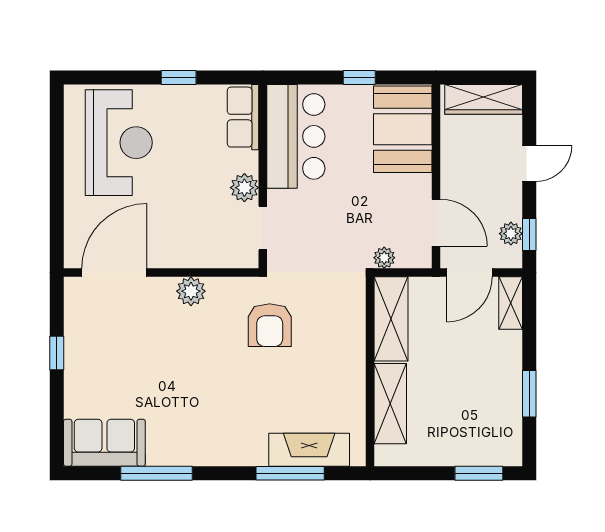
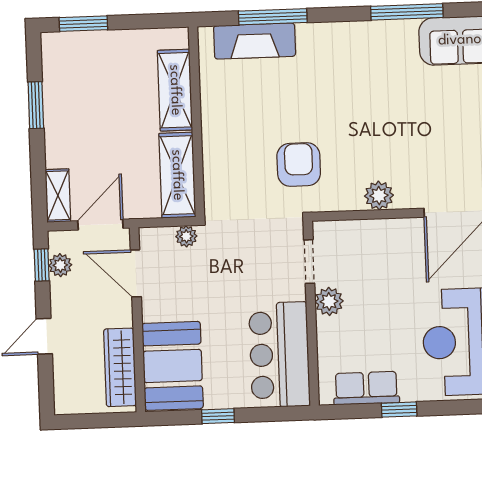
wardrobe: (484, 99) -> (120, 367), moved, turned -90
row of seats: (243, 117) -> (366, 388), moved, turned -90

